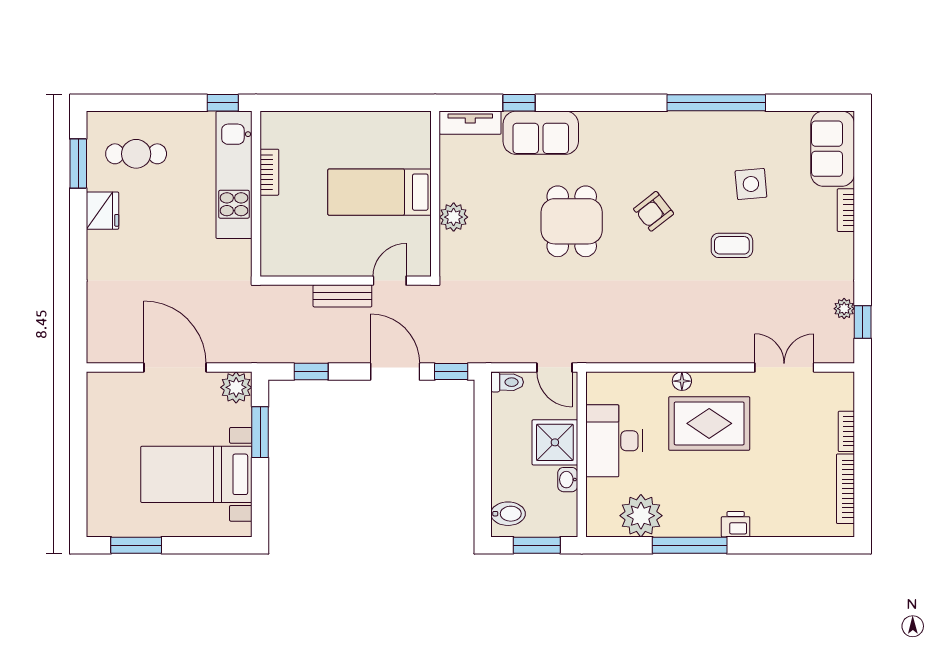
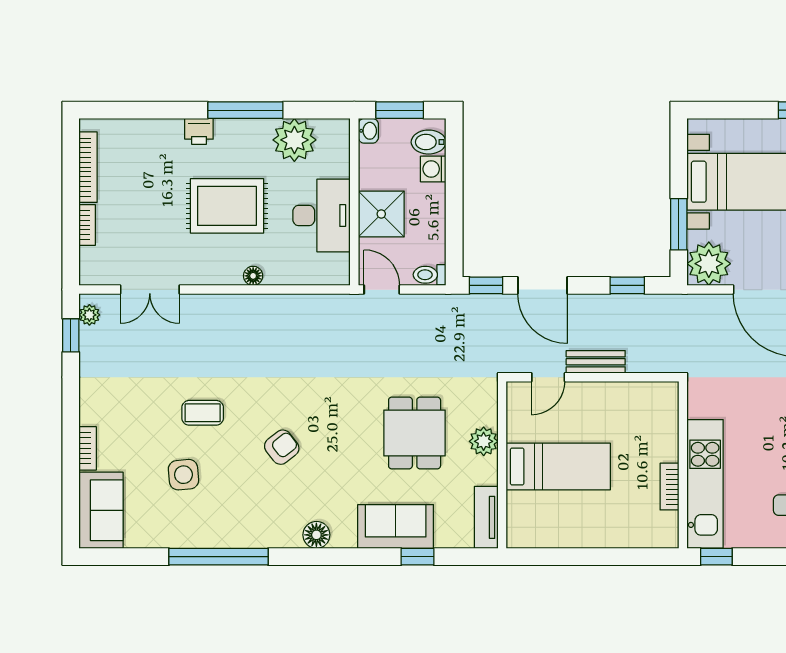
tv unit: (470, 123) -> (486, 517), moved, turned -90
floor lamp: (619, 124) -> (316, 535), added
dining table: (572, 221) -> (415, 433), moved
plant: (844, 309) -> (89, 315), moved
plant: (236, 387) -> (709, 264), width x1.36, depth x1.36
rug: (709, 423) -> (227, 206), moved
washbasin: (568, 480) -> (368, 131), moved
washing machine: (503, 487) -> (433, 169), added

